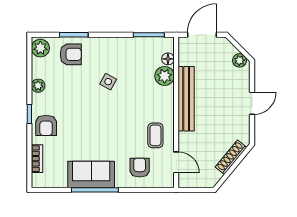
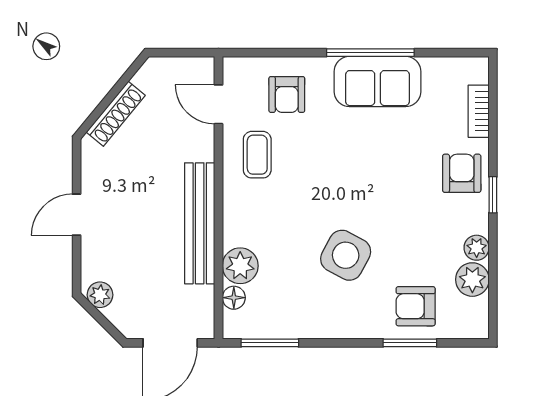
plant: (40, 48) -> (472, 280), moved
side table: (108, 82) -> (346, 255), width x1.87, depth x1.87

